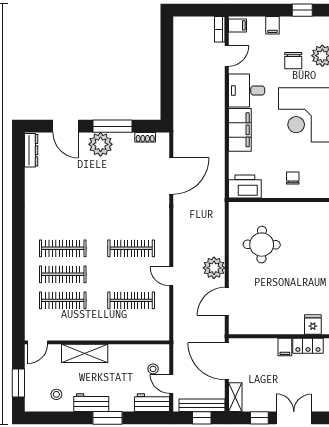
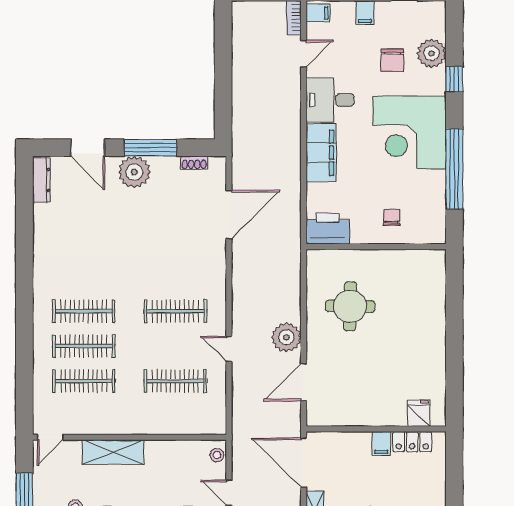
stool: (153, 369) -> (217, 455), moved

